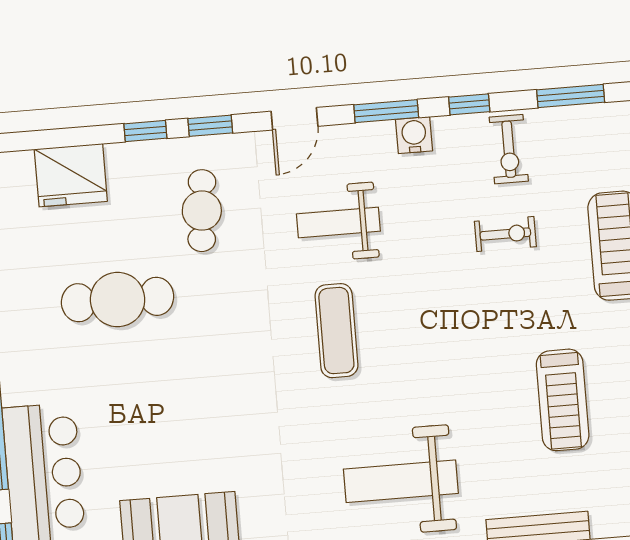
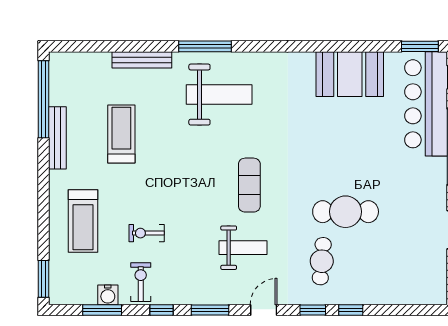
water cooler: (414, 135) -> (108, 295), moved
fridge: (71, 175) -> (396, 288), removed
cafe table: (118, 300) -> (346, 212), moved

